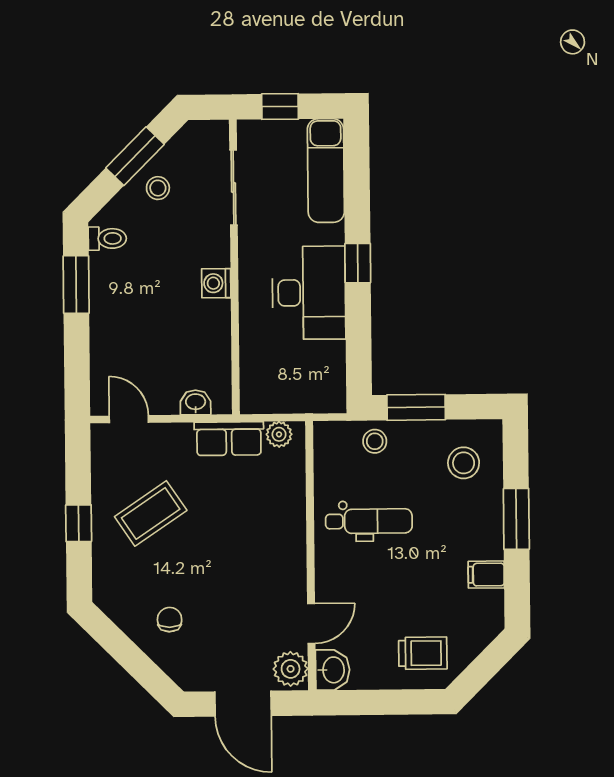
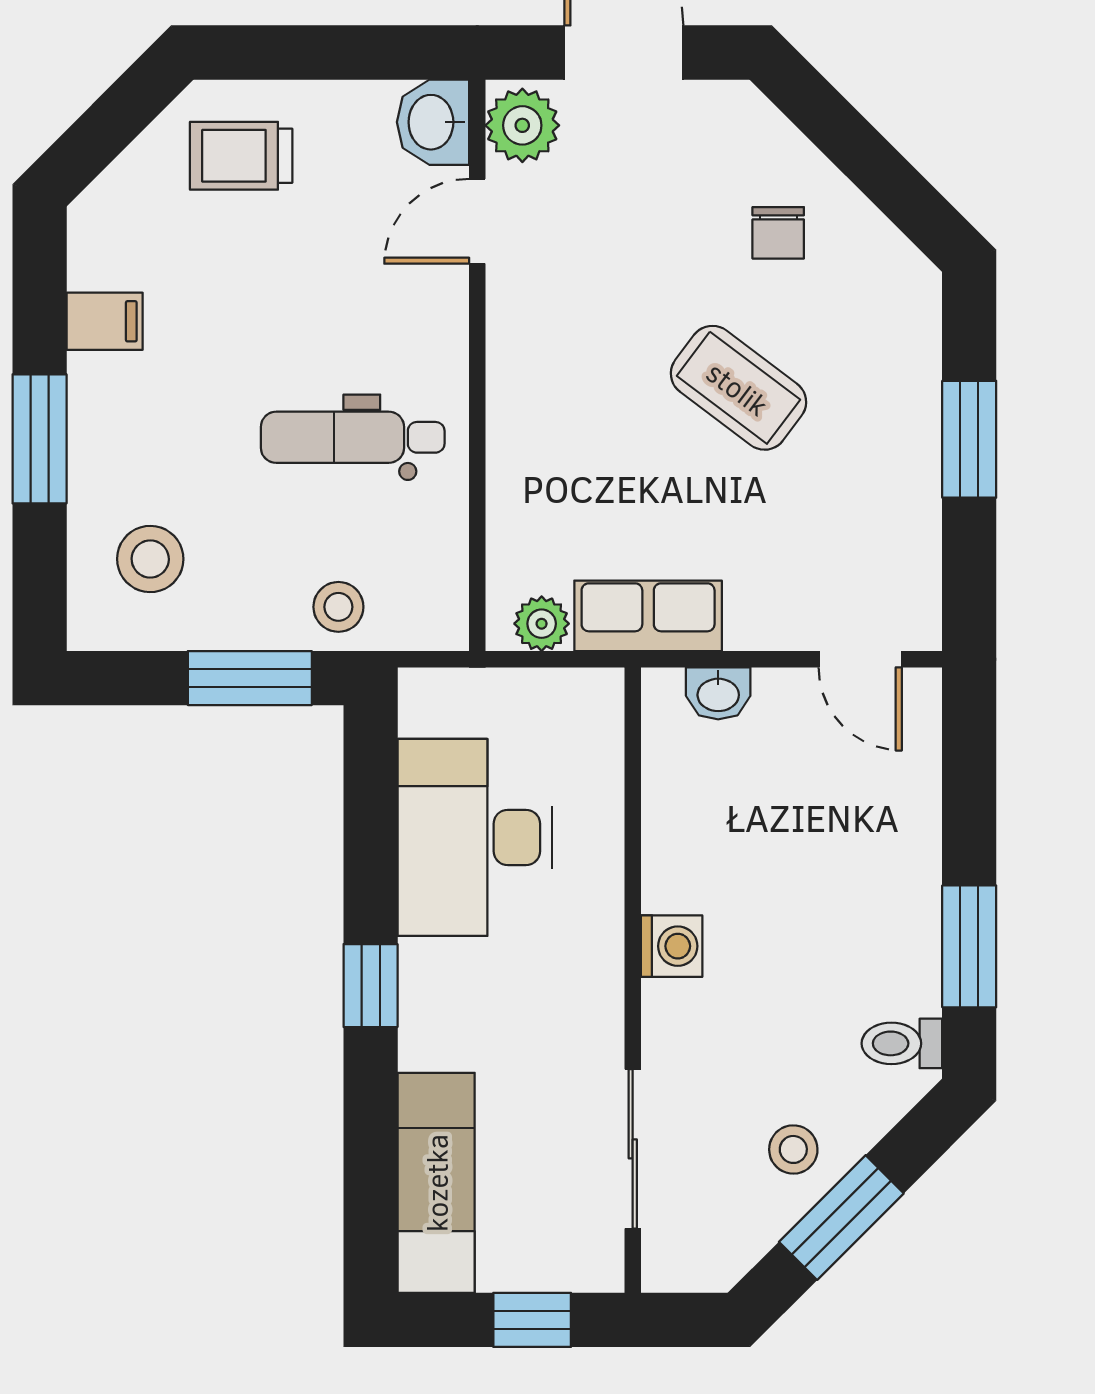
desk: (309, 293) -> (475, 837), moved
coffee table: (151, 513) -> (738, 388), moved, turned 71
window: (79, 523) -> (969, 439), width x1.50

